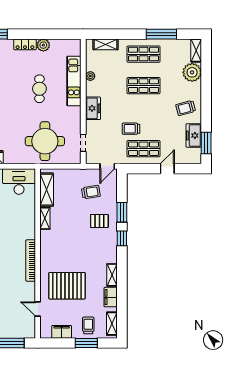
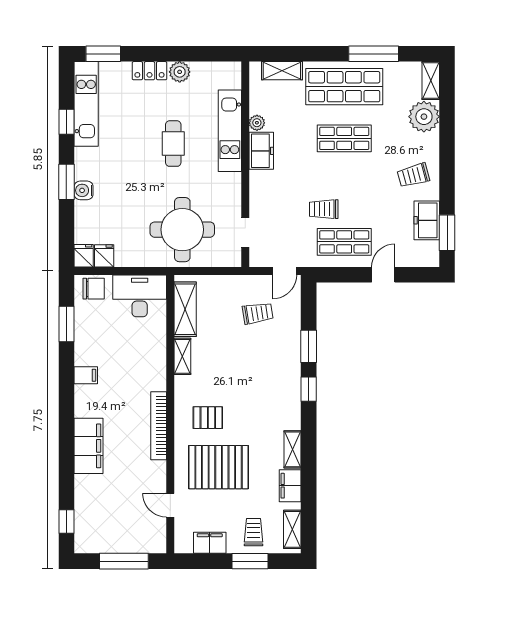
shop shelf: (144, 54) -> (344, 87), width x1.43, depth x1.36
freezer: (93, 108) -> (261, 151), moved
pallet: (99, 221) -> (208, 418), moved

